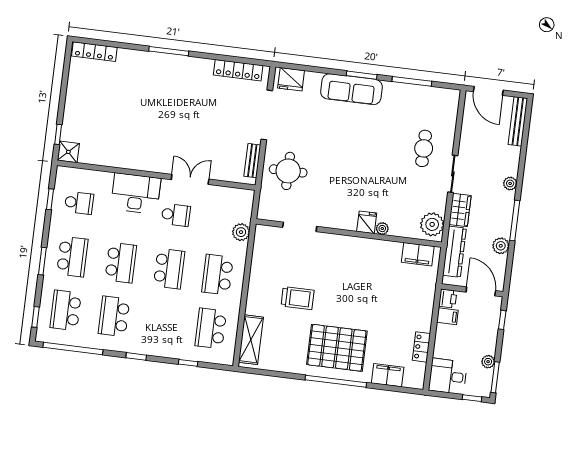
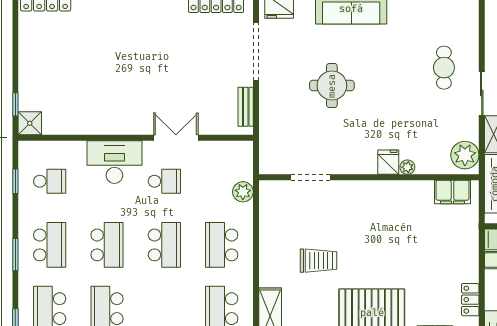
round table: (288, 171) -> (332, 86), moved

